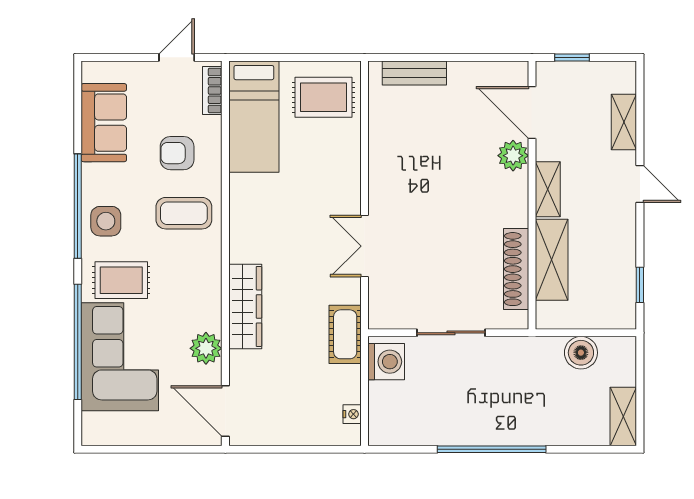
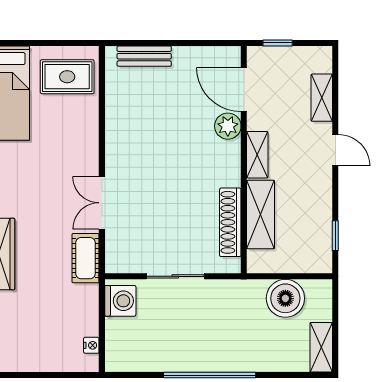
cot: (345, 334) -> (86, 258), moved
boiler: (581, 353) -> (285, 298), width x1.37, depth x1.37

